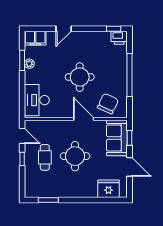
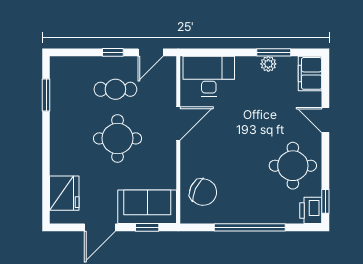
round table: (80, 77) -> (293, 166), moved
door: (84, 119) -> (178, 124), moved

